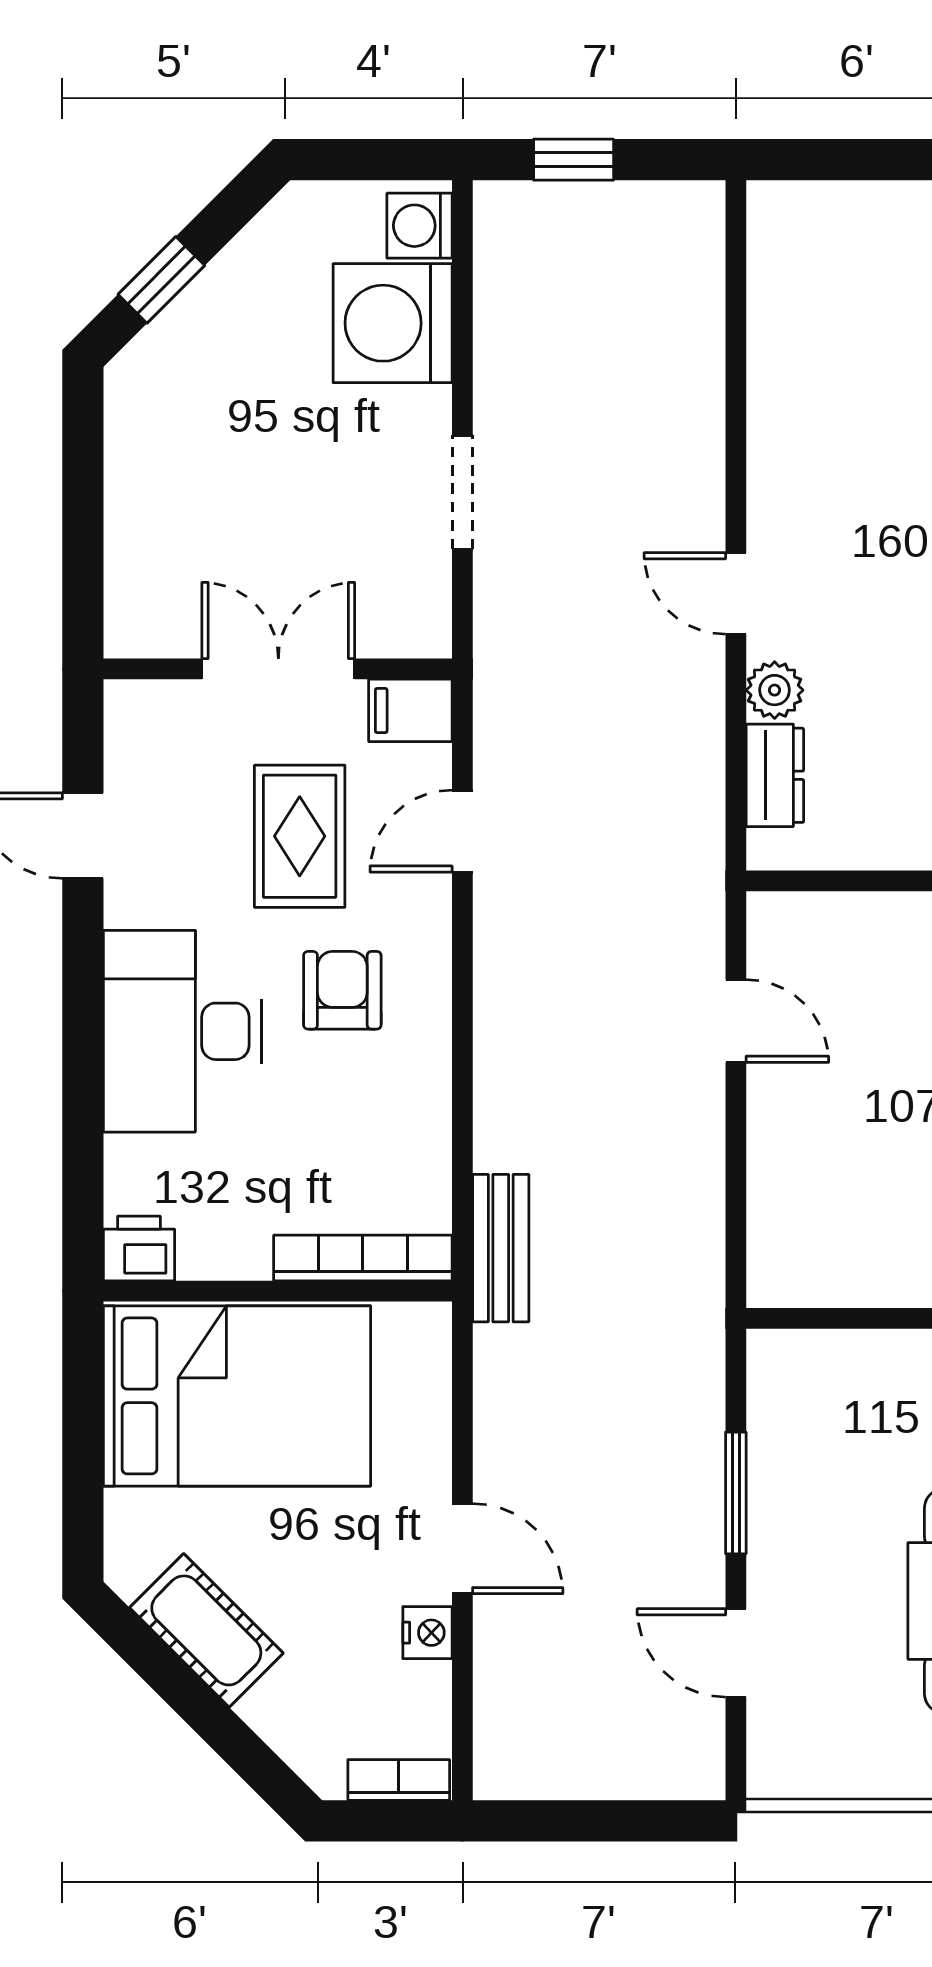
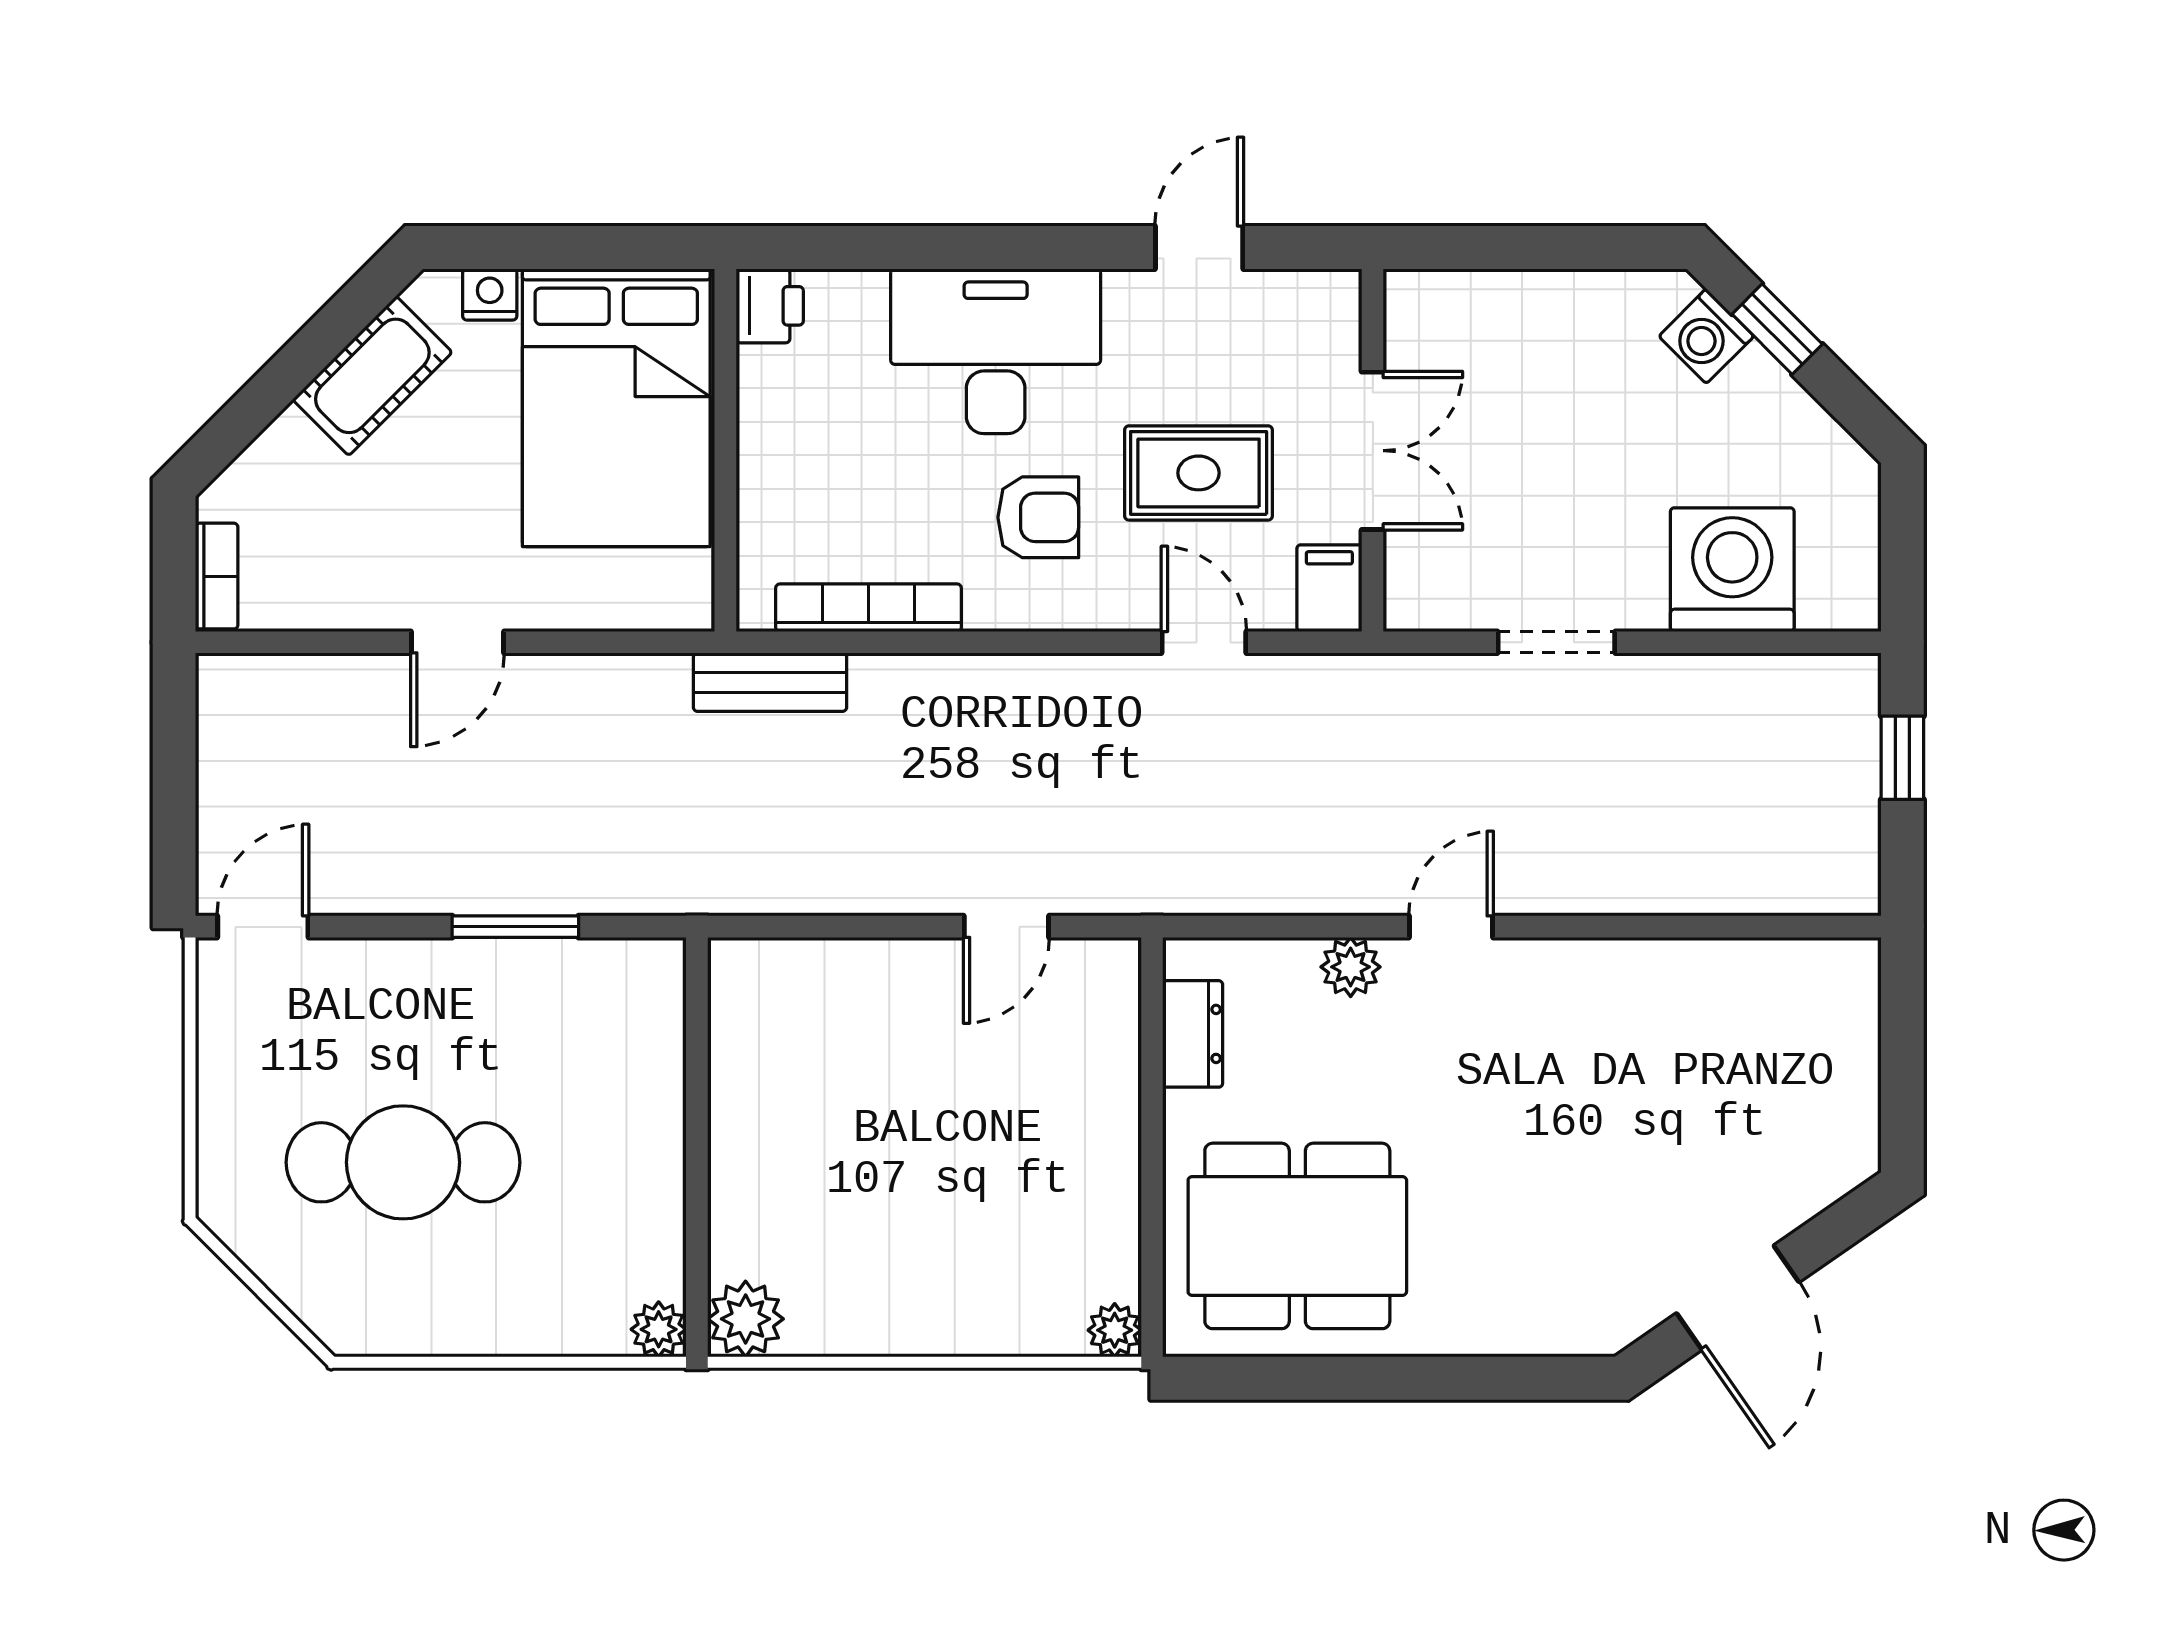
washing machine: (420, 226) -> (1706, 336), moved, turned -135
dresser: (775, 775) -> (1193, 1034), moved, turned -90
bookcase: (363, 1258) -> (868, 608), moved, turned -90
nightstand: (427, 1633) -> (490, 294), moved, turned 180
door: (736, 1653) -> (263, 927), moved

